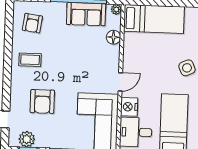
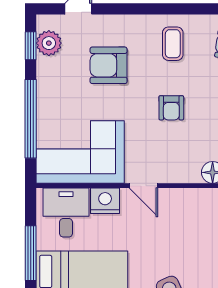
armchair: (71, 62) -> (171, 108), added

